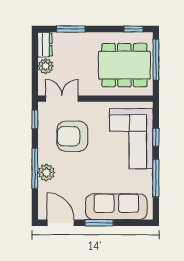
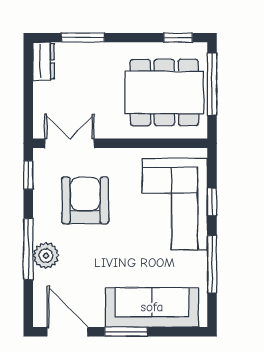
plant: (46, 66) -> (45, 94), removed
armchair: (72, 136) -> (85, 200), turned 90

